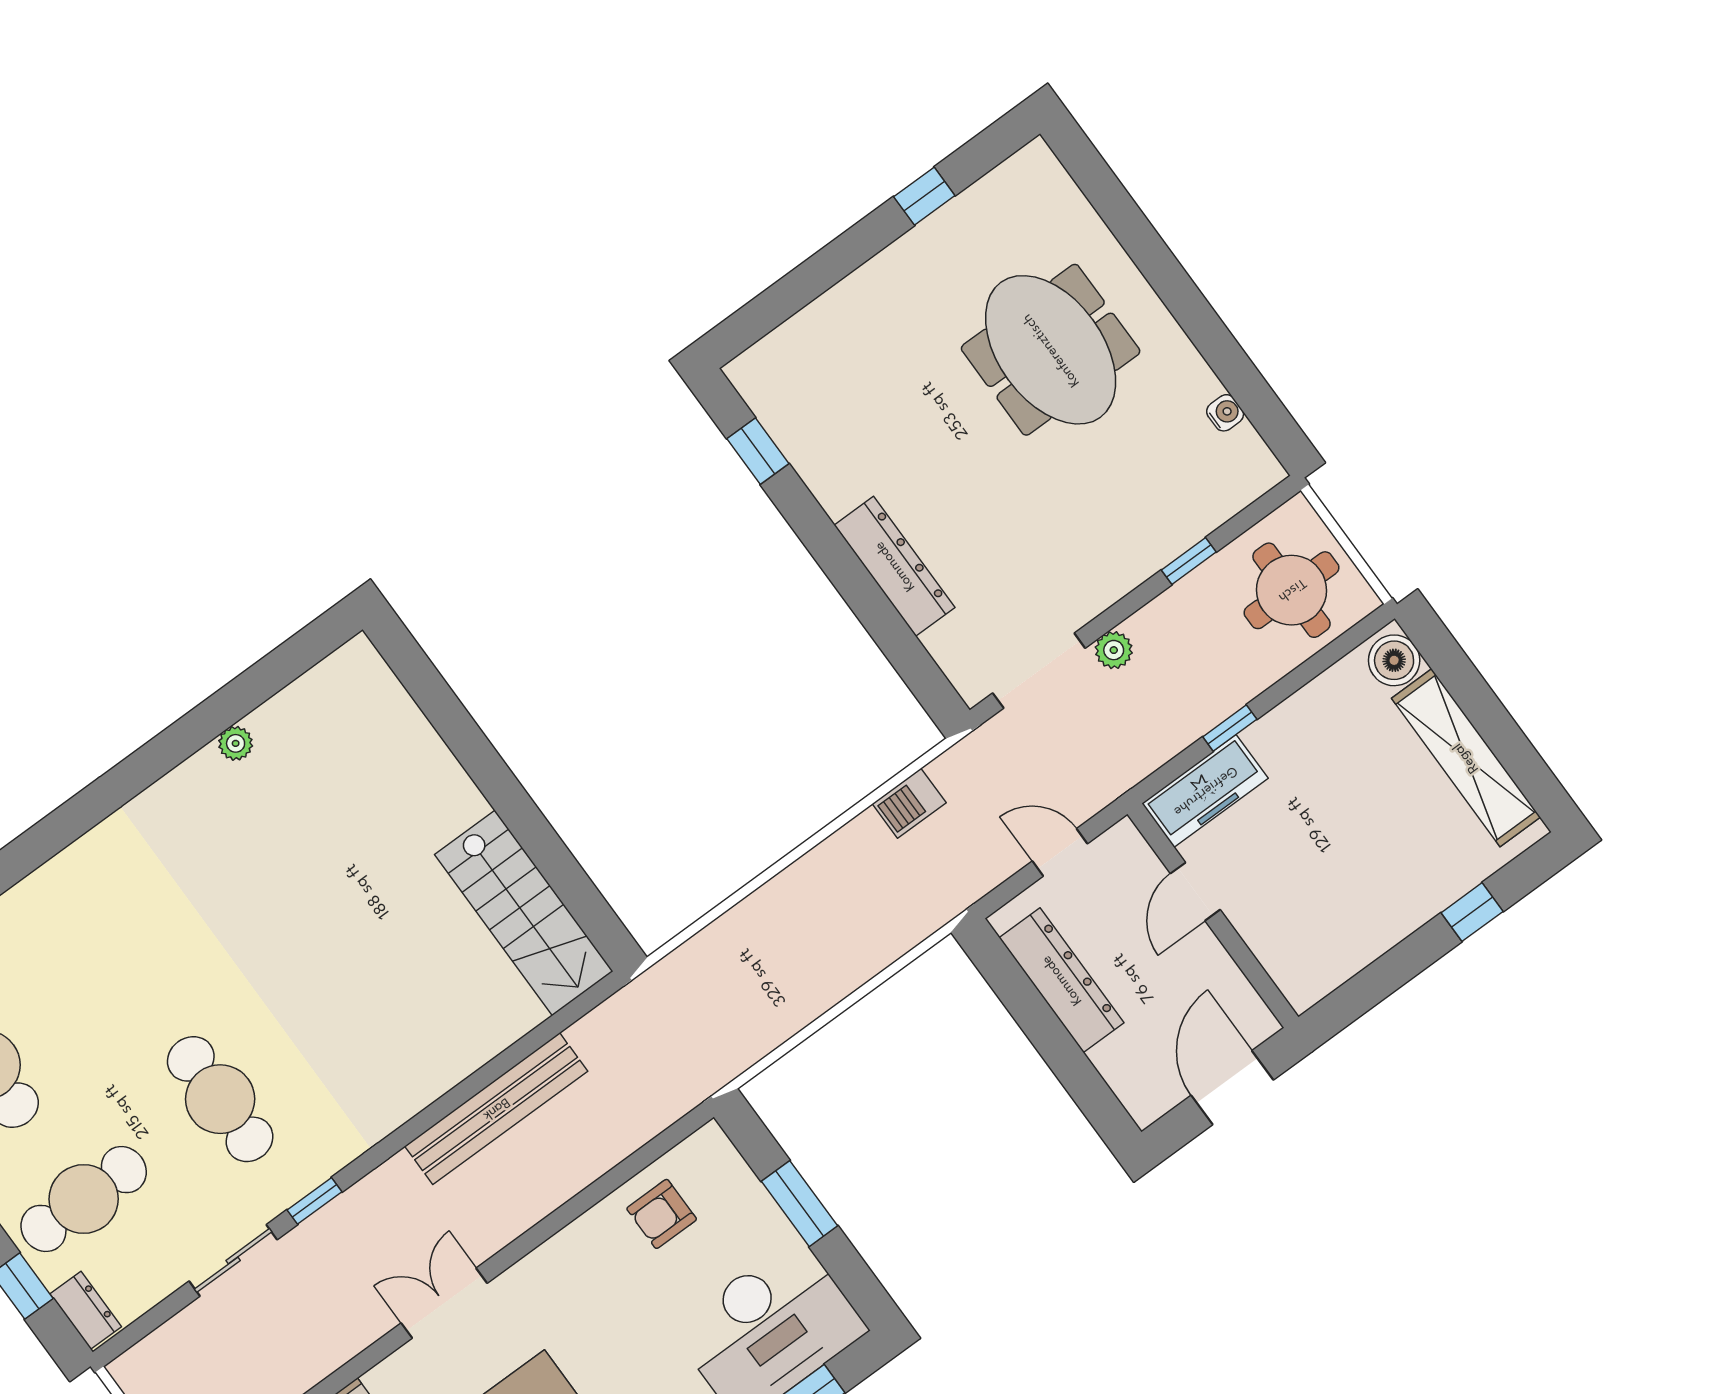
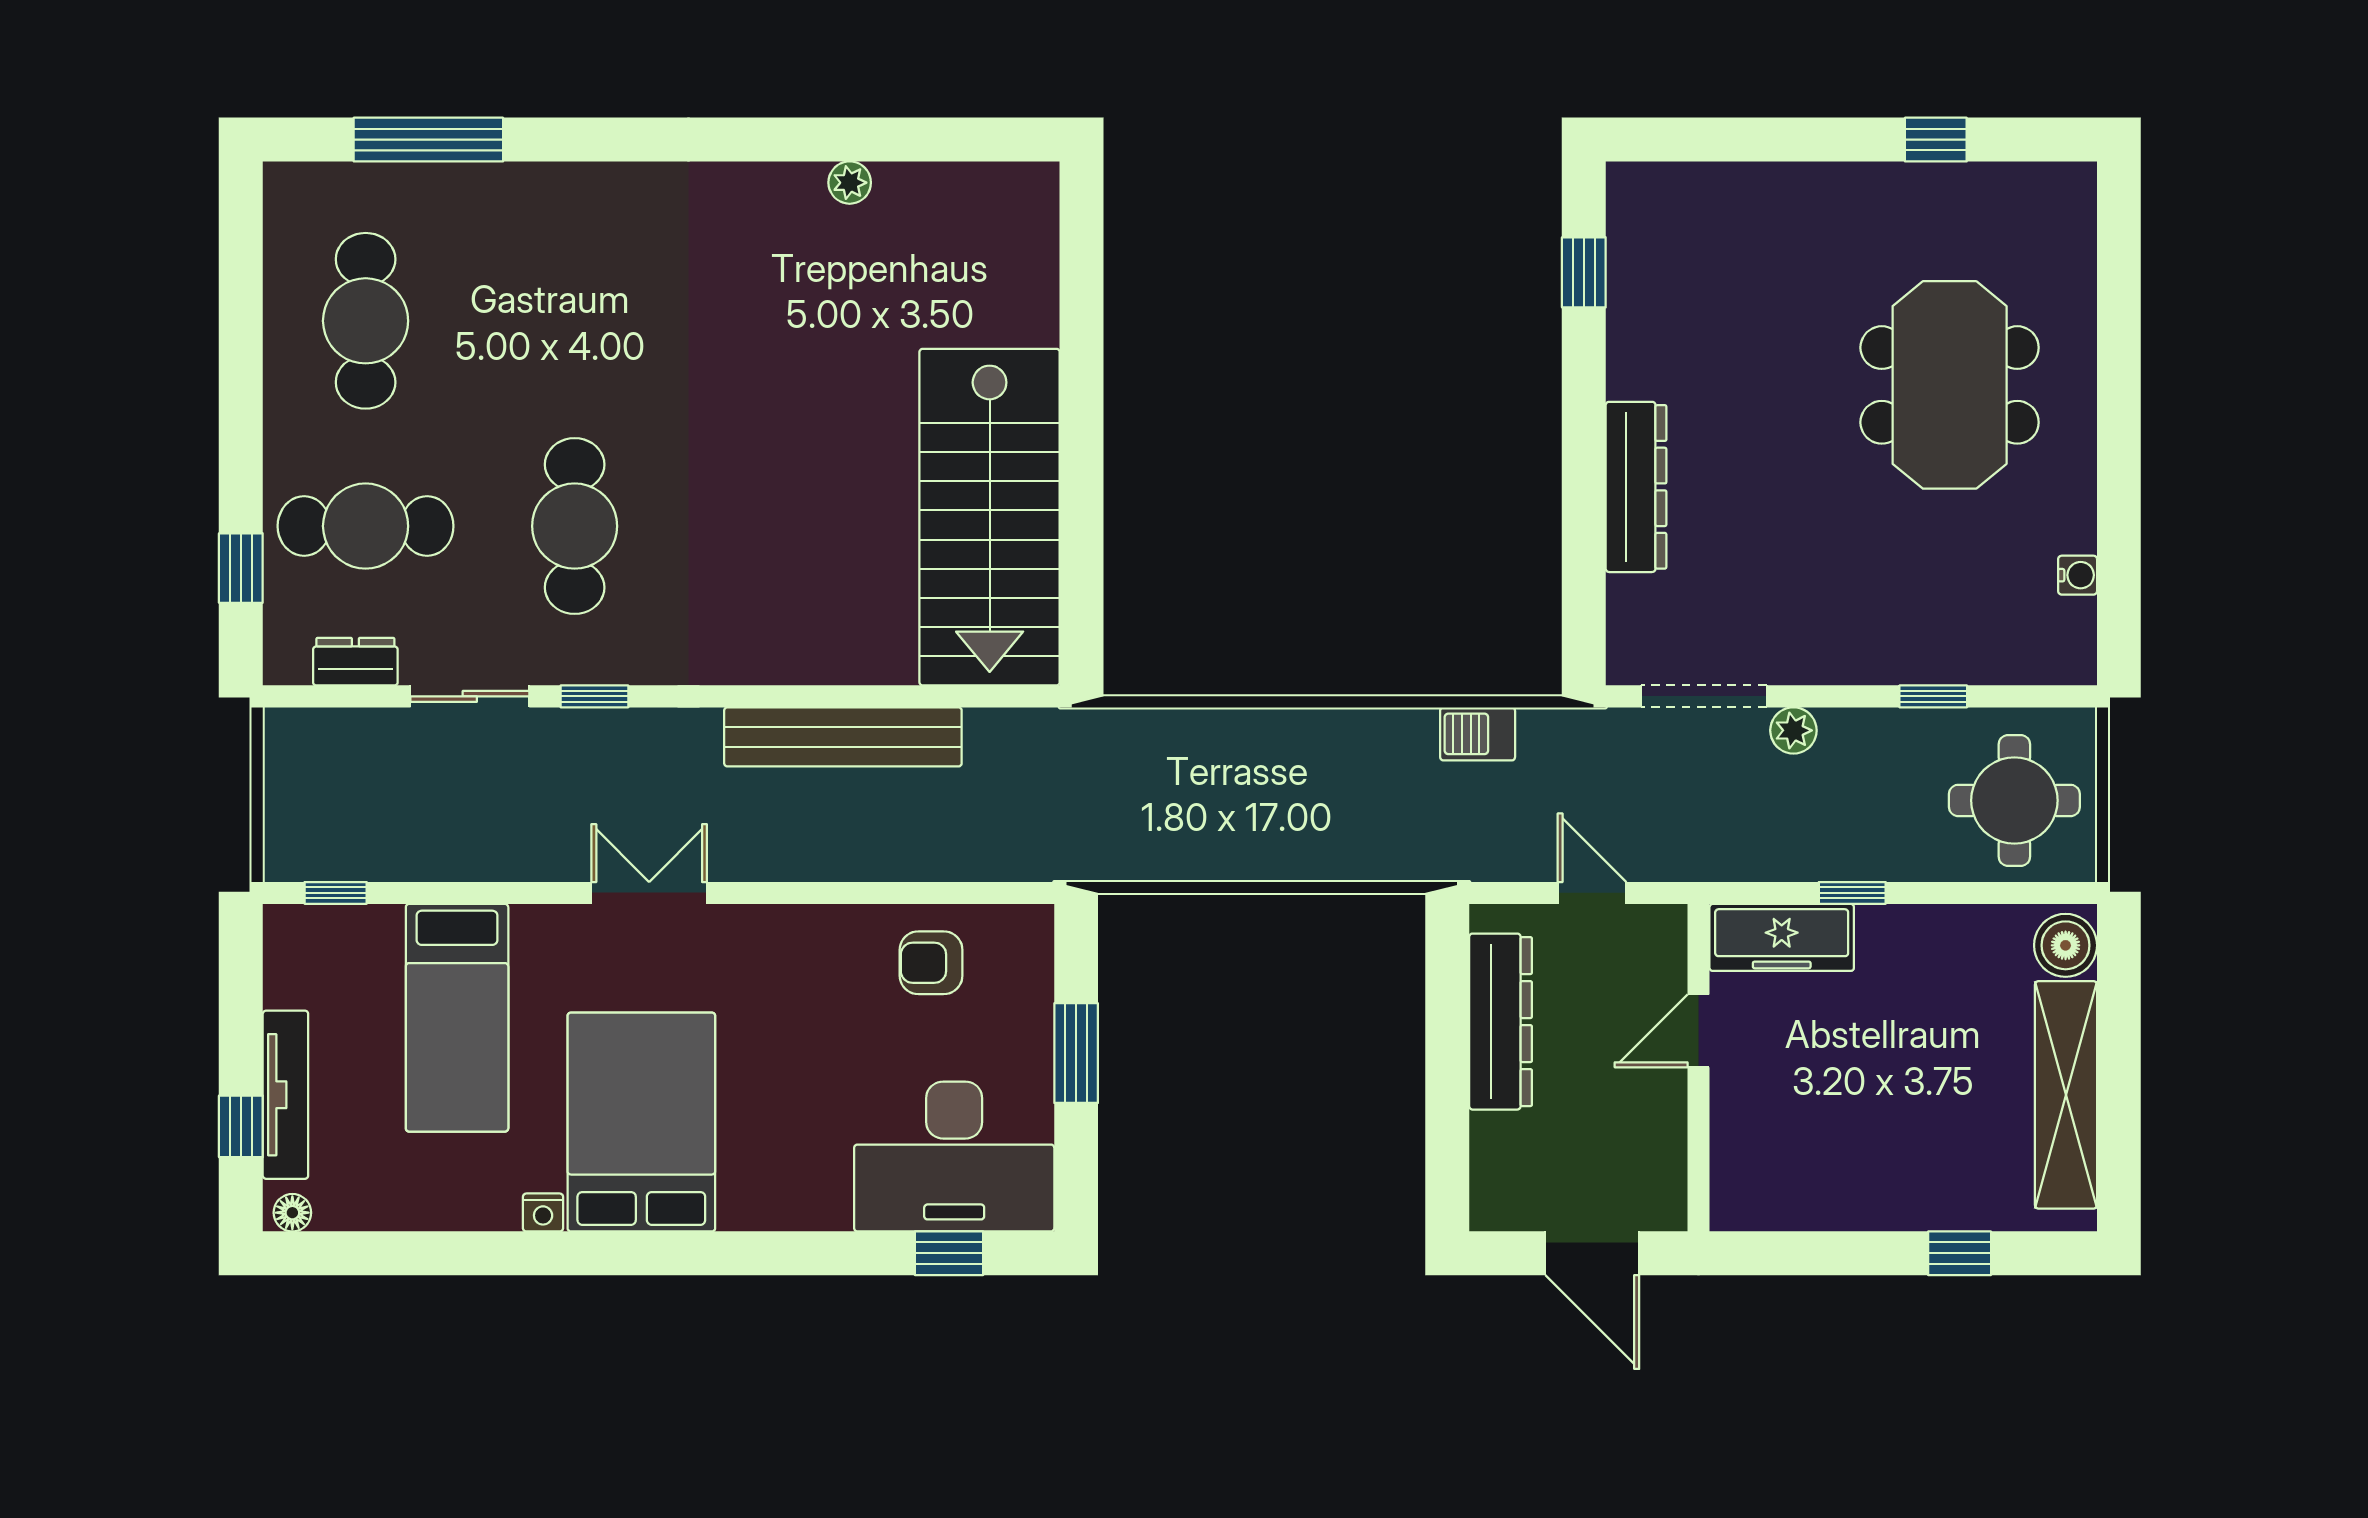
stairs: (524, 913) -> (990, 517), width x1.36, depth x1.51
door: (1232, 1088) -> (1592, 1253), swing flipped
dresser: (86, 1310) -> (355, 662), moved, turned -90

